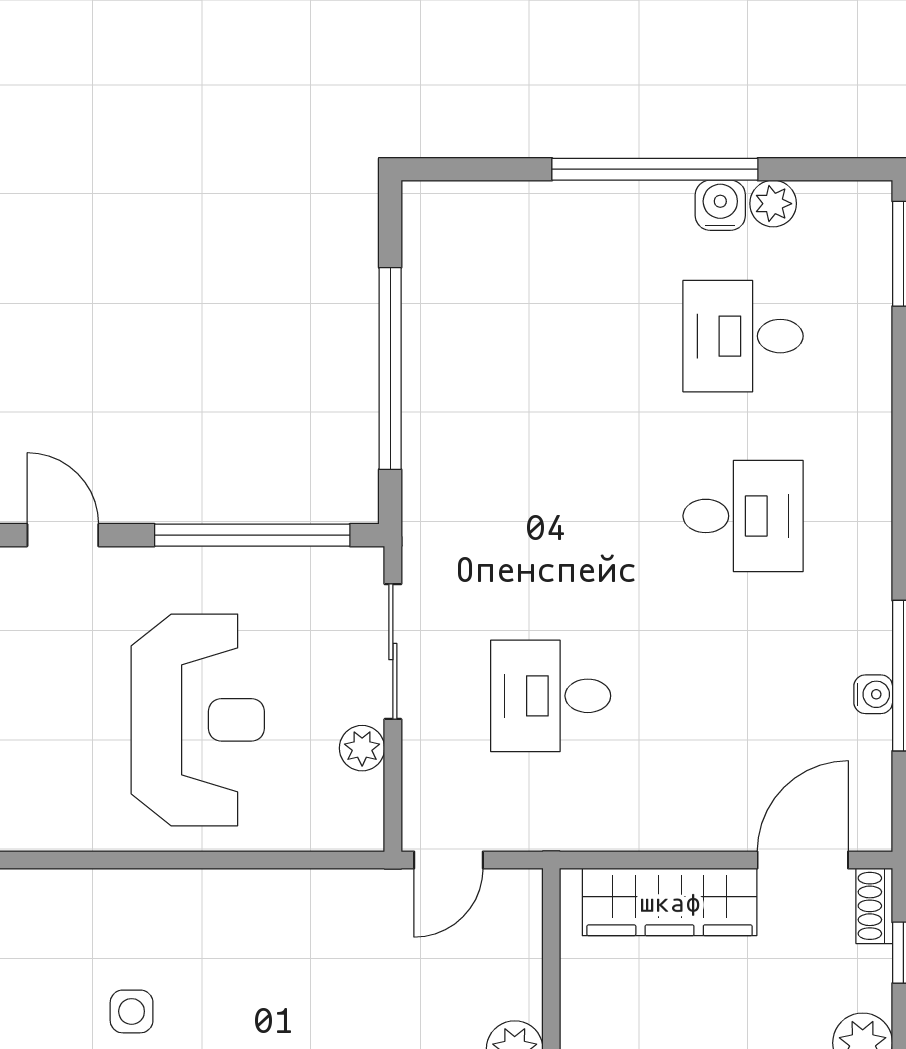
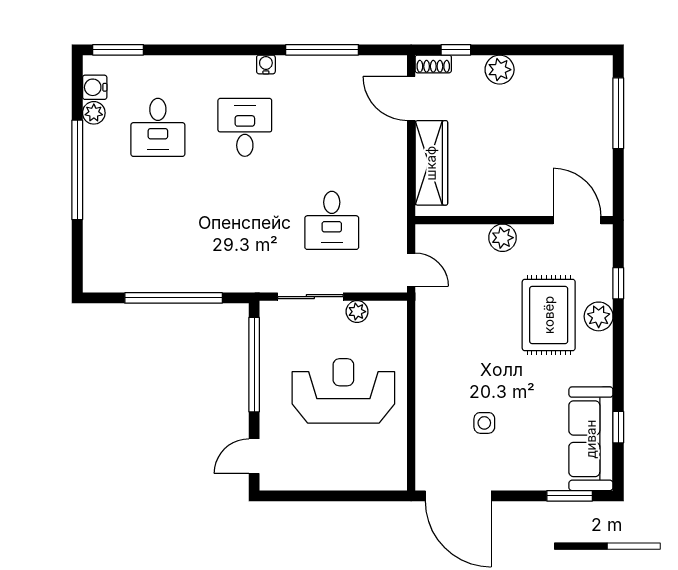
water cooler: (720, 205) -> (95, 87), moved
water cooler: (873, 694) -> (266, 64), moved

